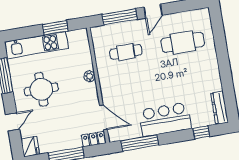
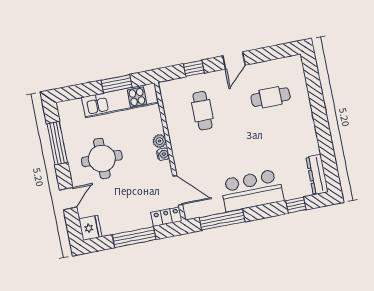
window: (120, 17) -> (194, 68), width x0.46
cafe table: (183, 42) -> (271, 97), width x0.73, depth x0.74
kitchen unit: (36, 45) -> (120, 100), moved
cafe table: (126, 52) -> (202, 111), turned 90
water cooler: (92, 87) -> (163, 154), added

